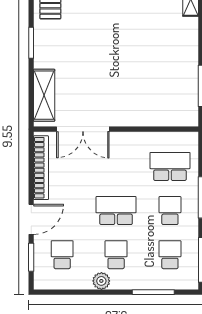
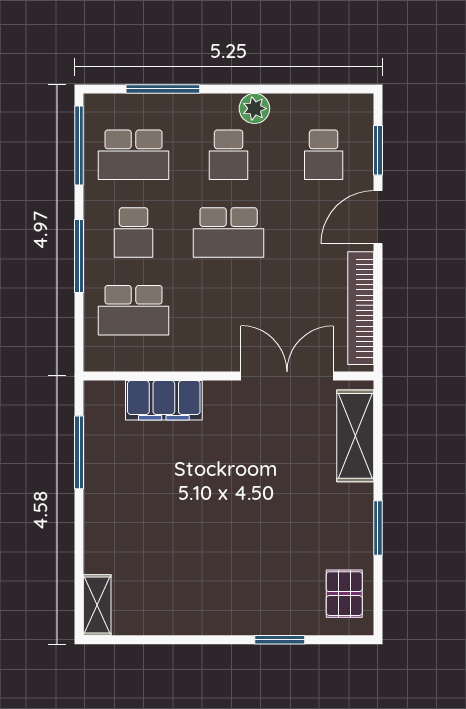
filing cabinet: (153, 115) -> (164, 400), added
school desk: (170, 255) -> (134, 155), width x1.85

